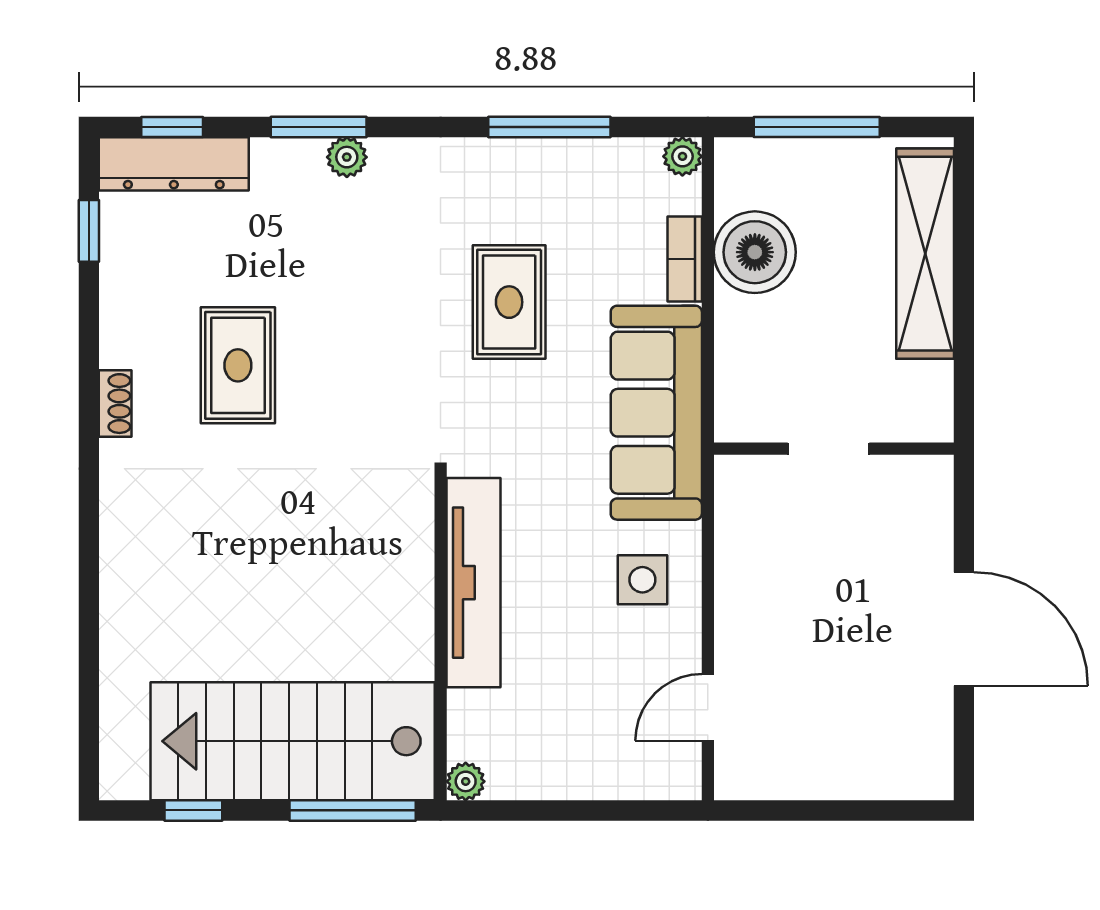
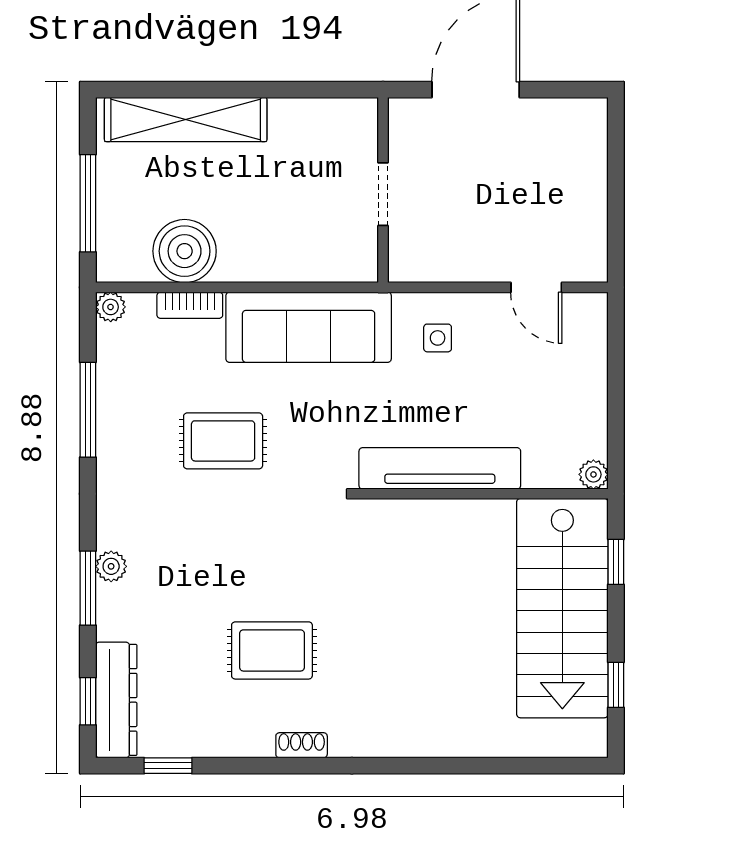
doorway: (829, 449) -> (383, 194), moved
wall: (834, 449) -> (383, 190), moved
side table: (642, 580) -> (438, 338), width x0.73, depth x0.73
window: (353, 810) -> (616, 562), width x0.46

